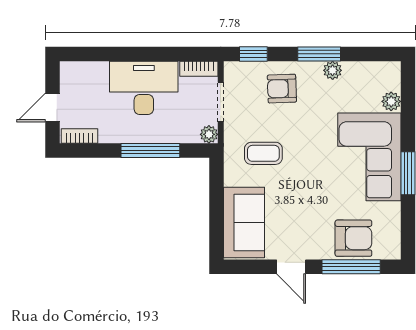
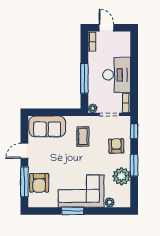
plant: (333, 70) -> (121, 176), width x1.88, depth x1.88

